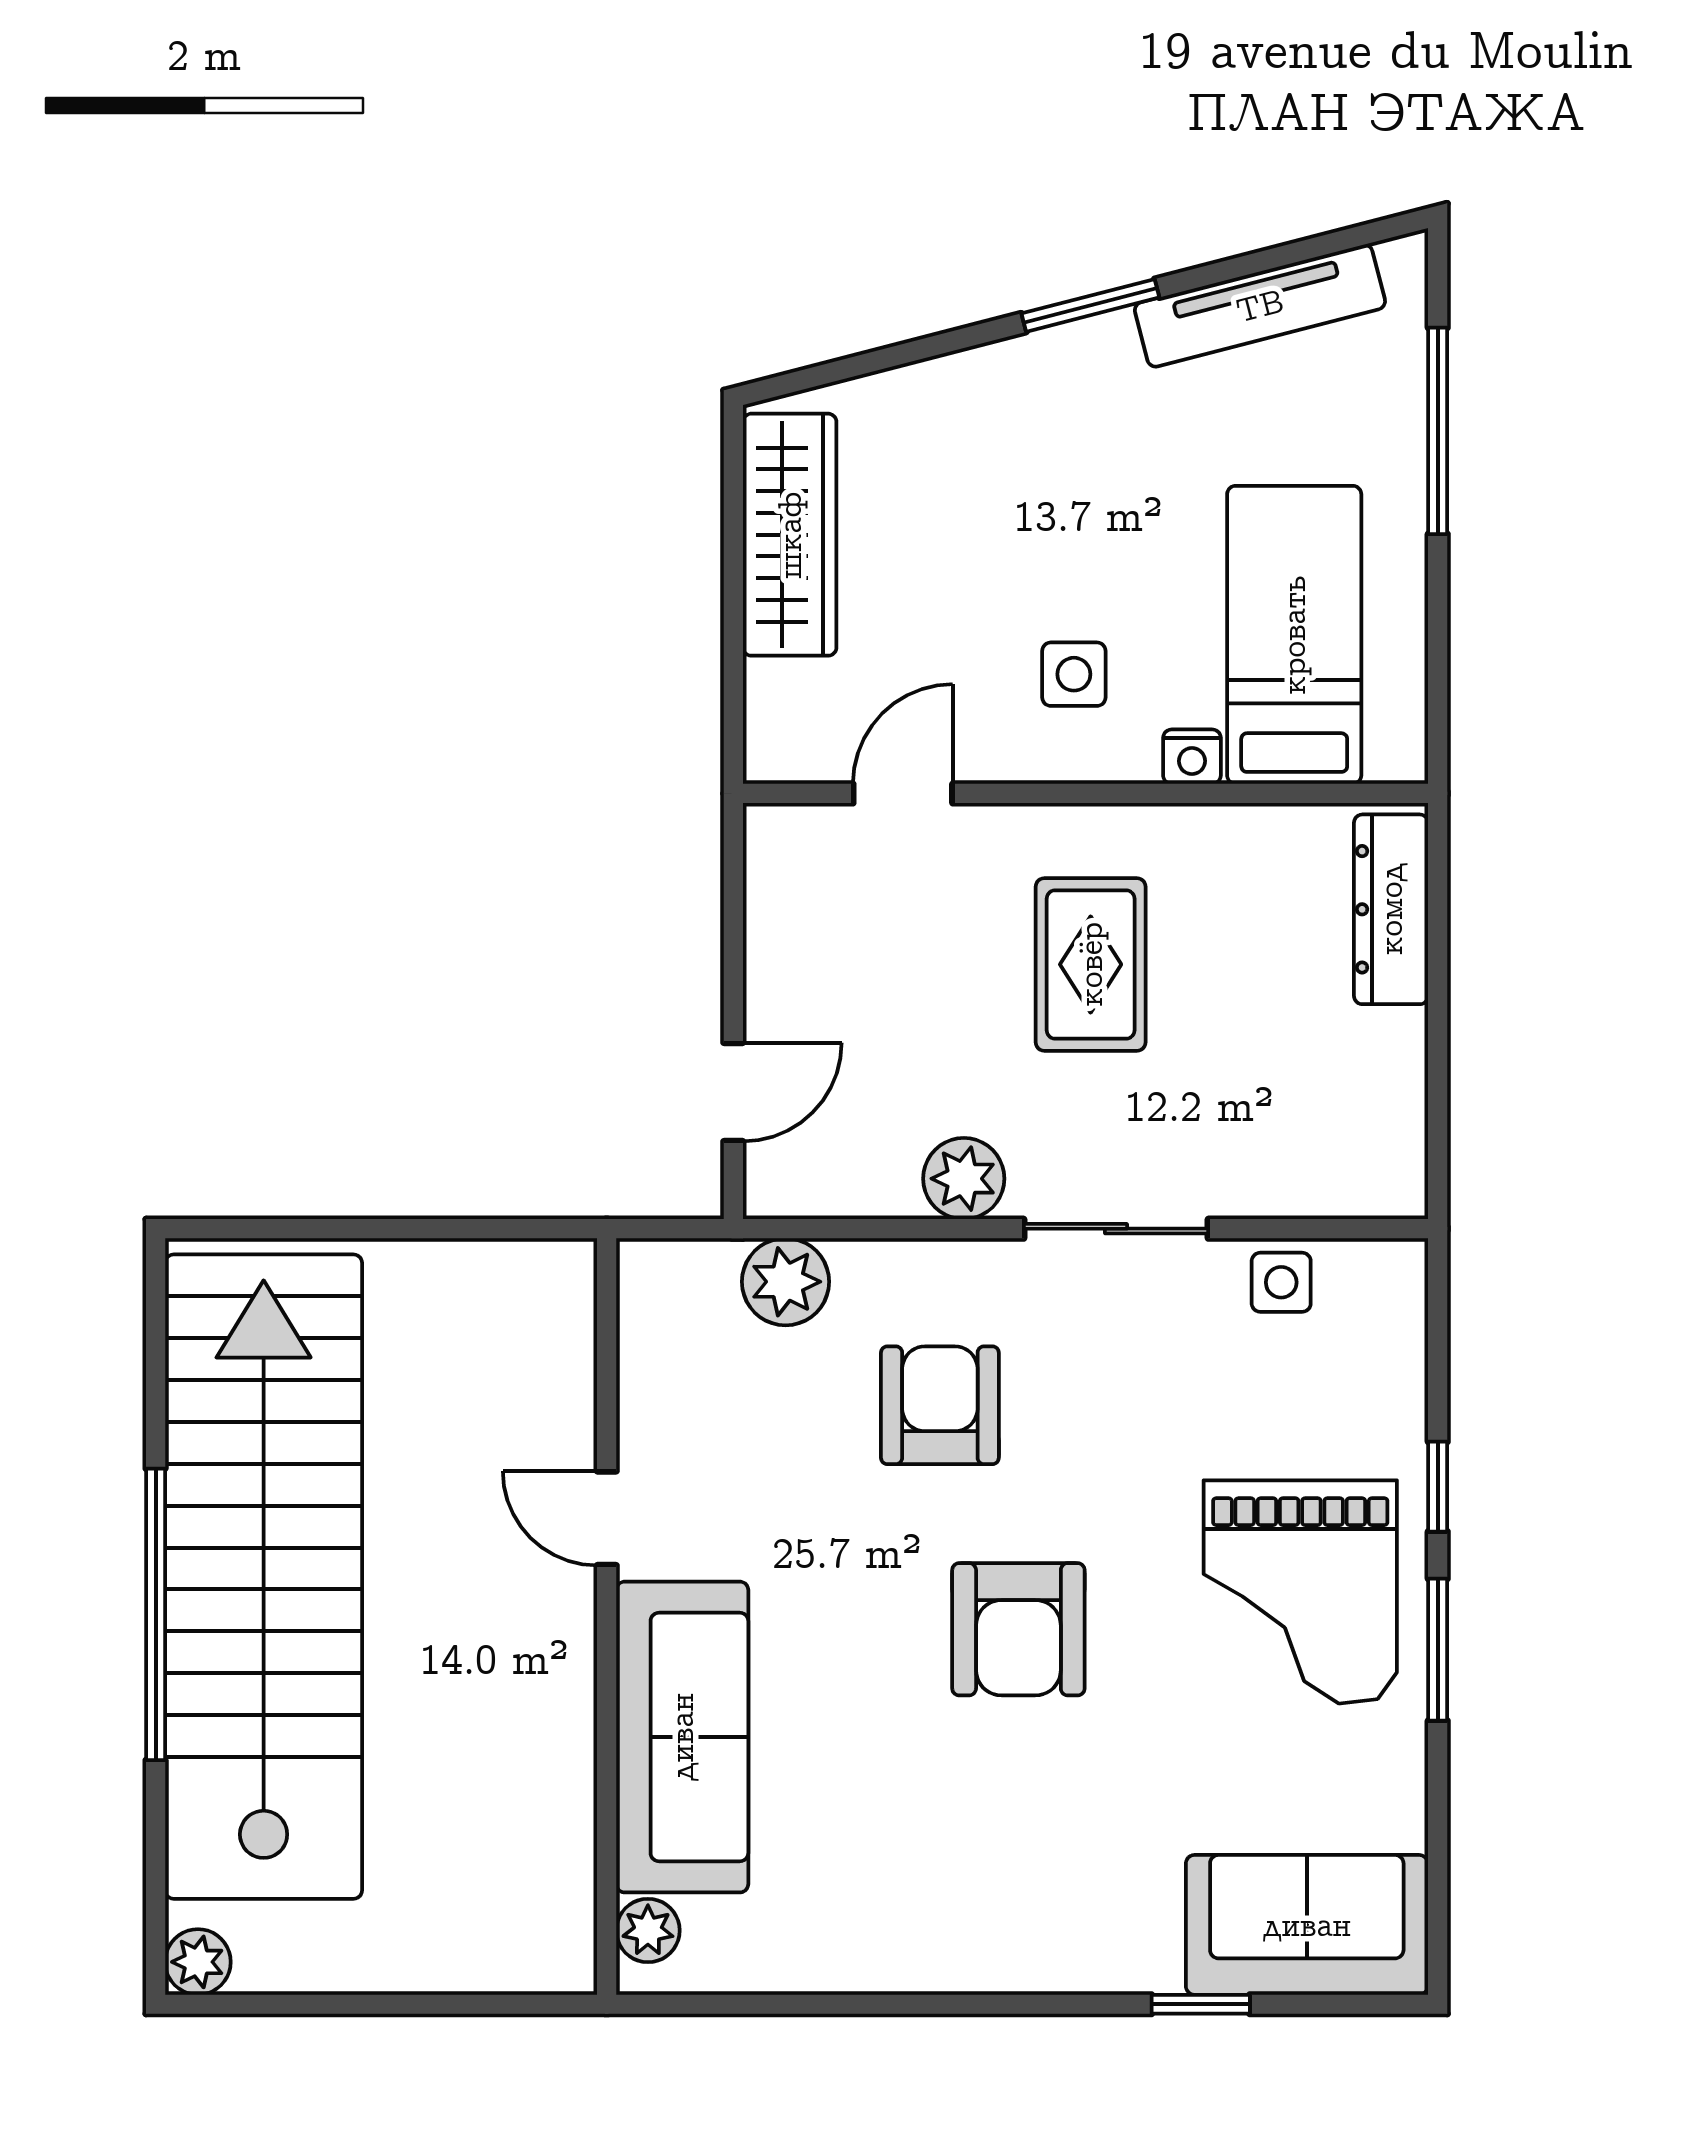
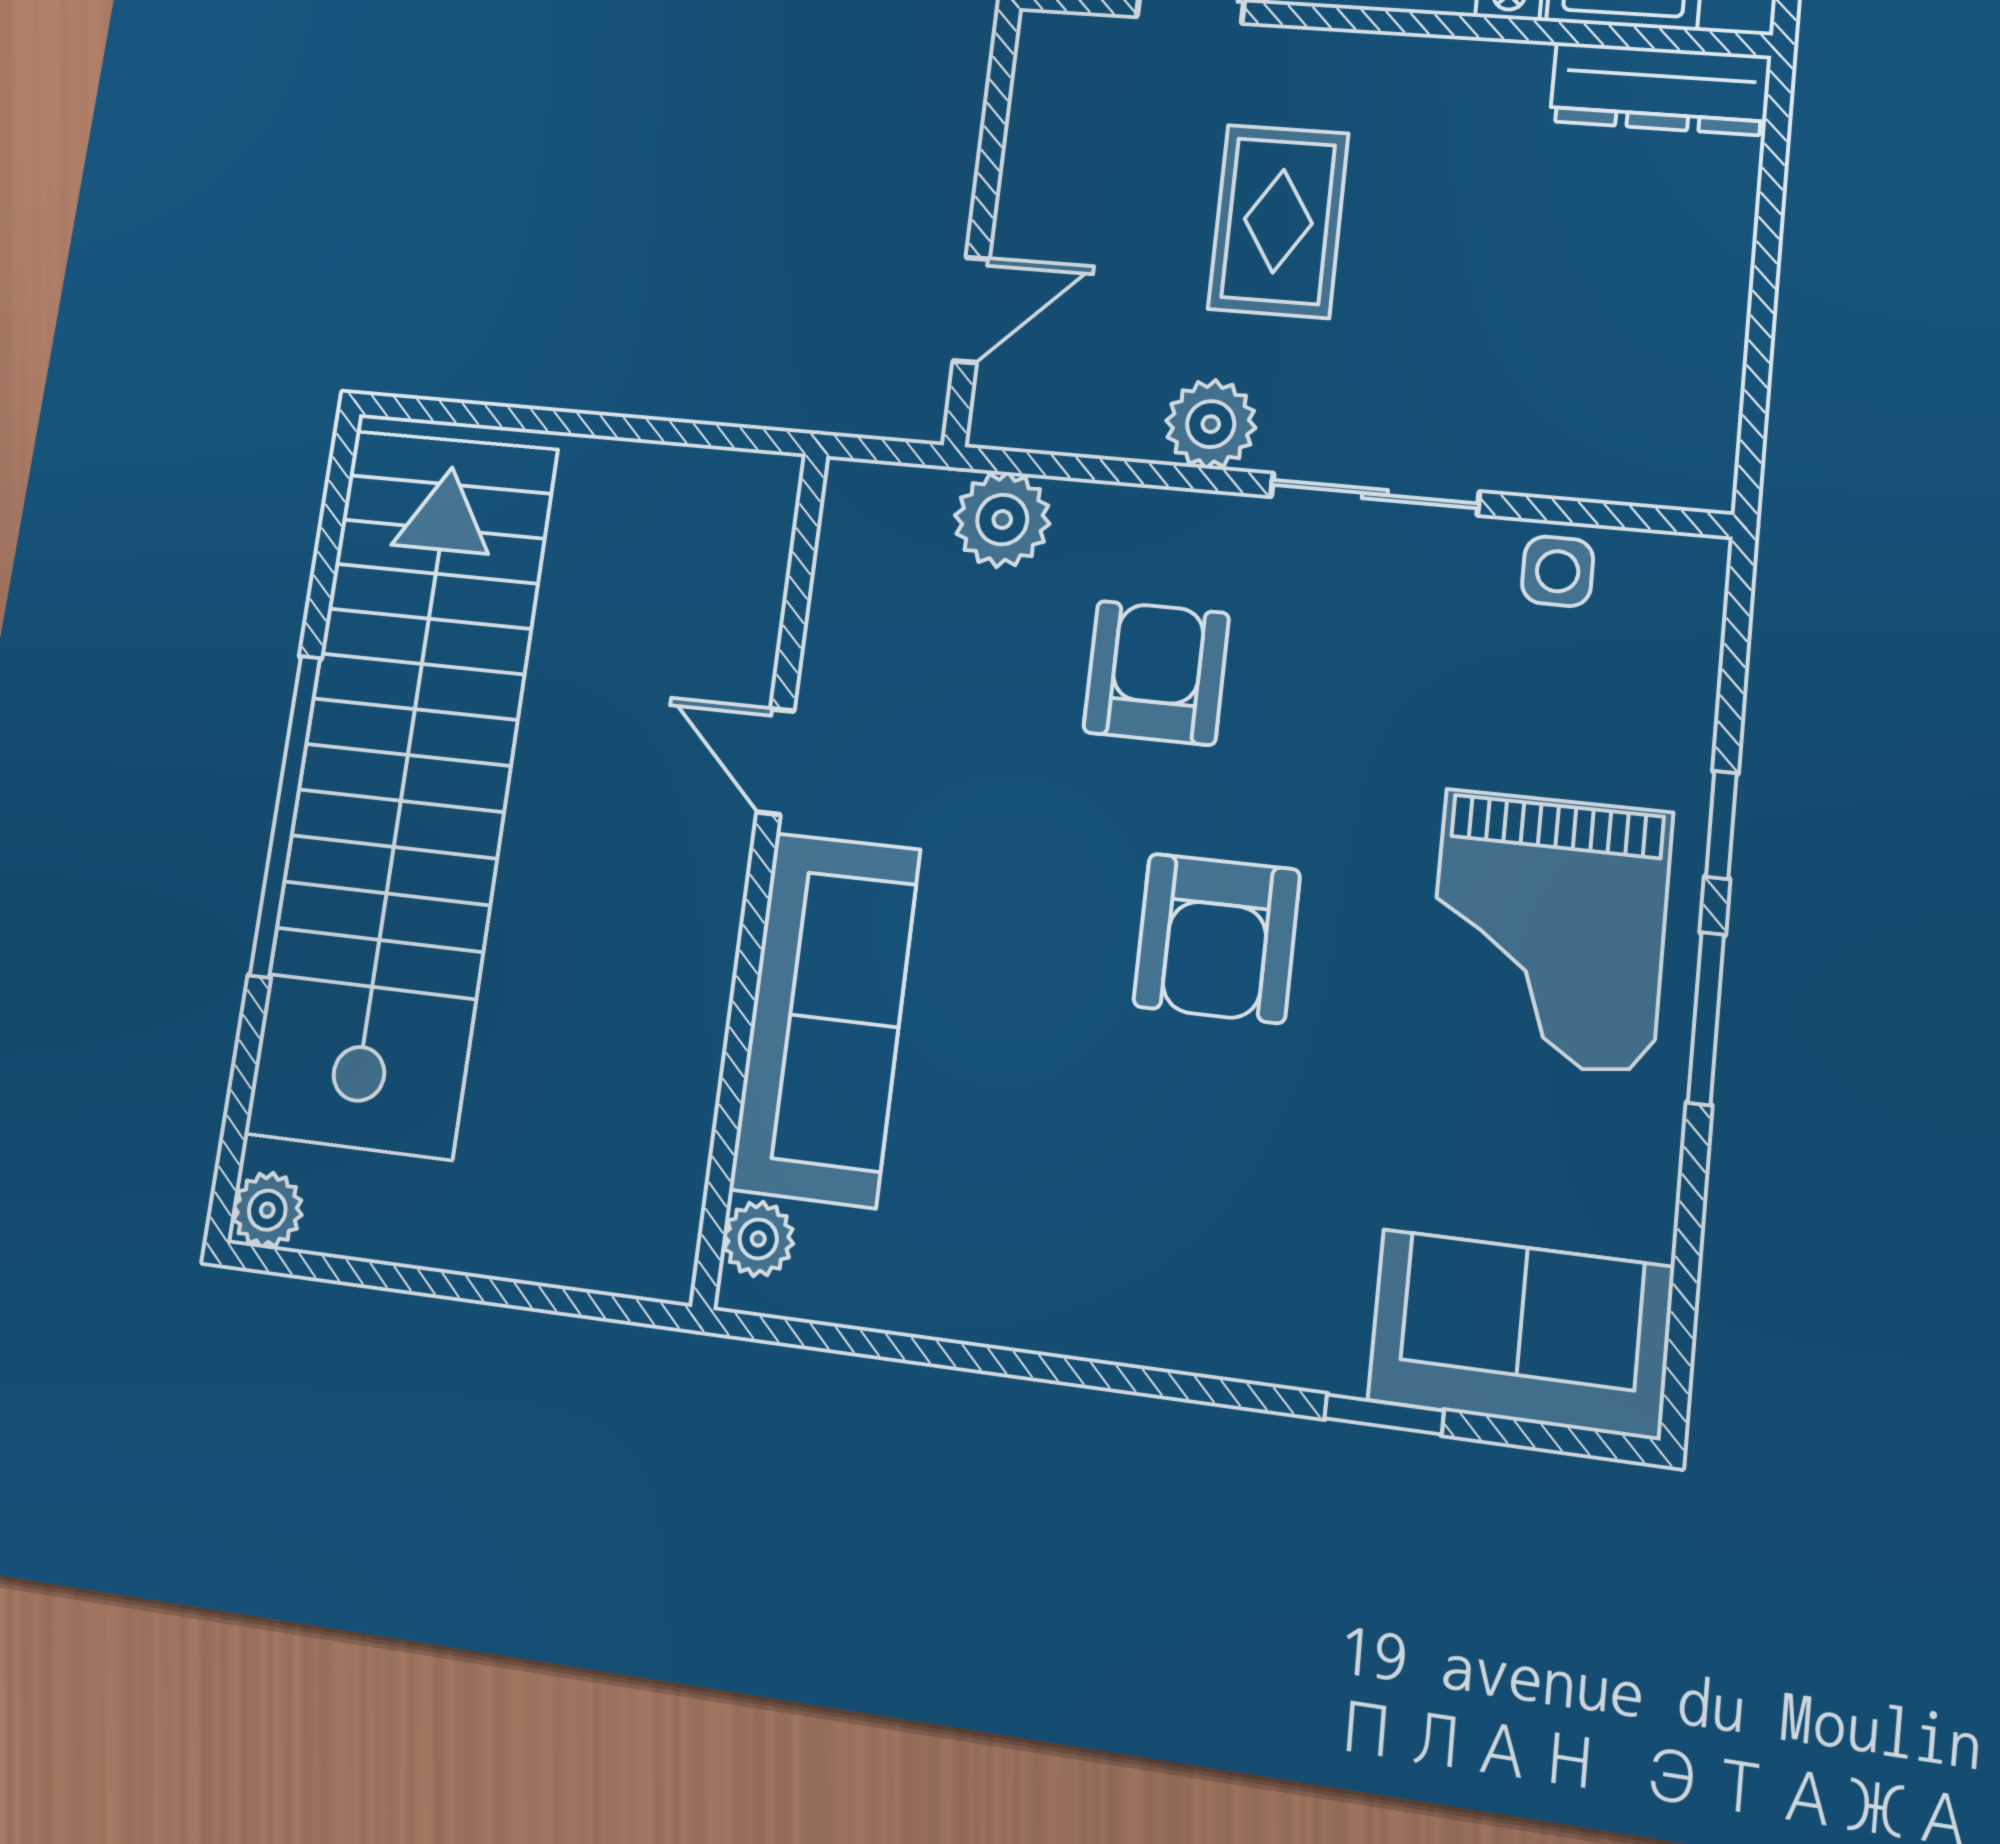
dresser: (1391, 909) -> (1660, 89), moved, turned -90
rug: (1091, 964) -> (1278, 221), moved

